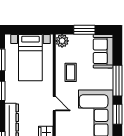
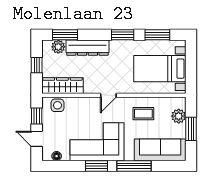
plant: (62, 41) -> (179, 116), moved
sofa: (103, 51) -> (160, 150), width x1.36

